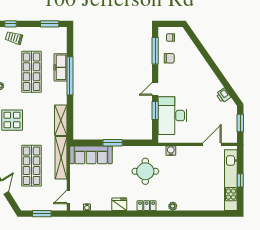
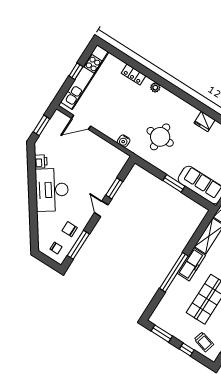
window: (11, 24) -> (187, 349), moved
freezer: (61, 67) -> (191, 264), moved
door: (155, 89) -> (101, 209), swing flipped
desk: (172, 116) -> (52, 190), moved, turned 145
locker: (147, 206) -> (134, 75), moved

